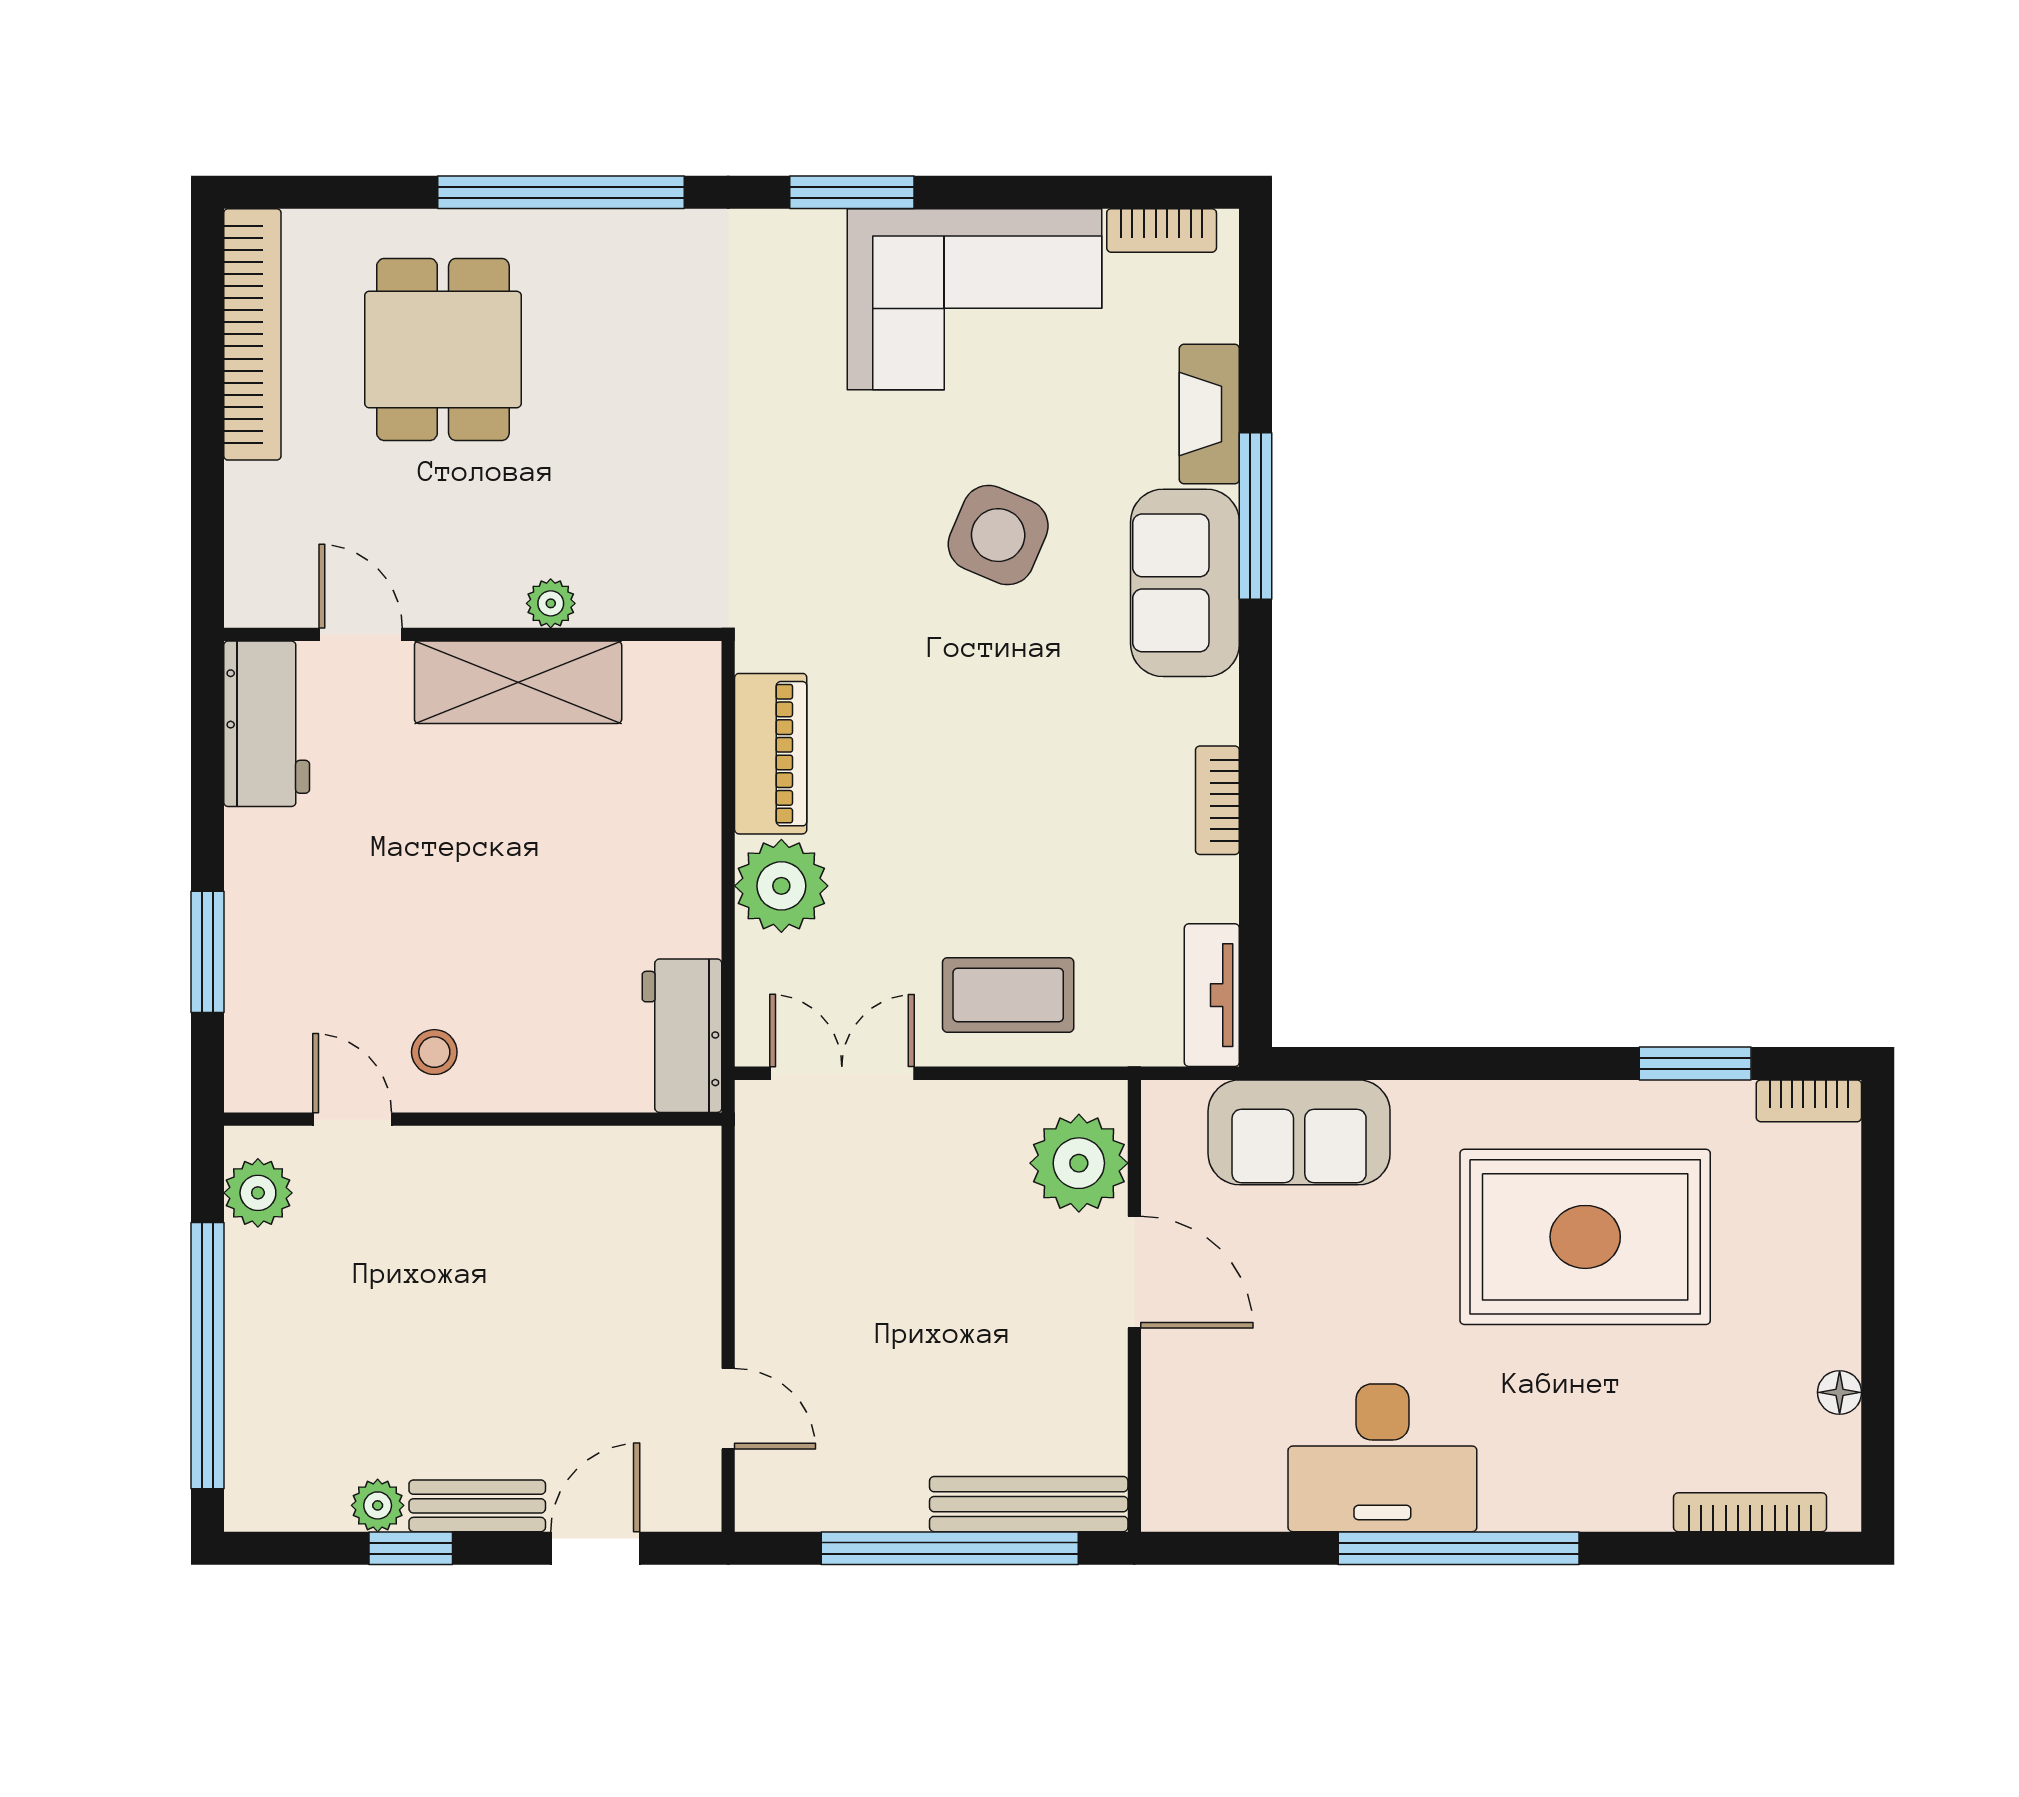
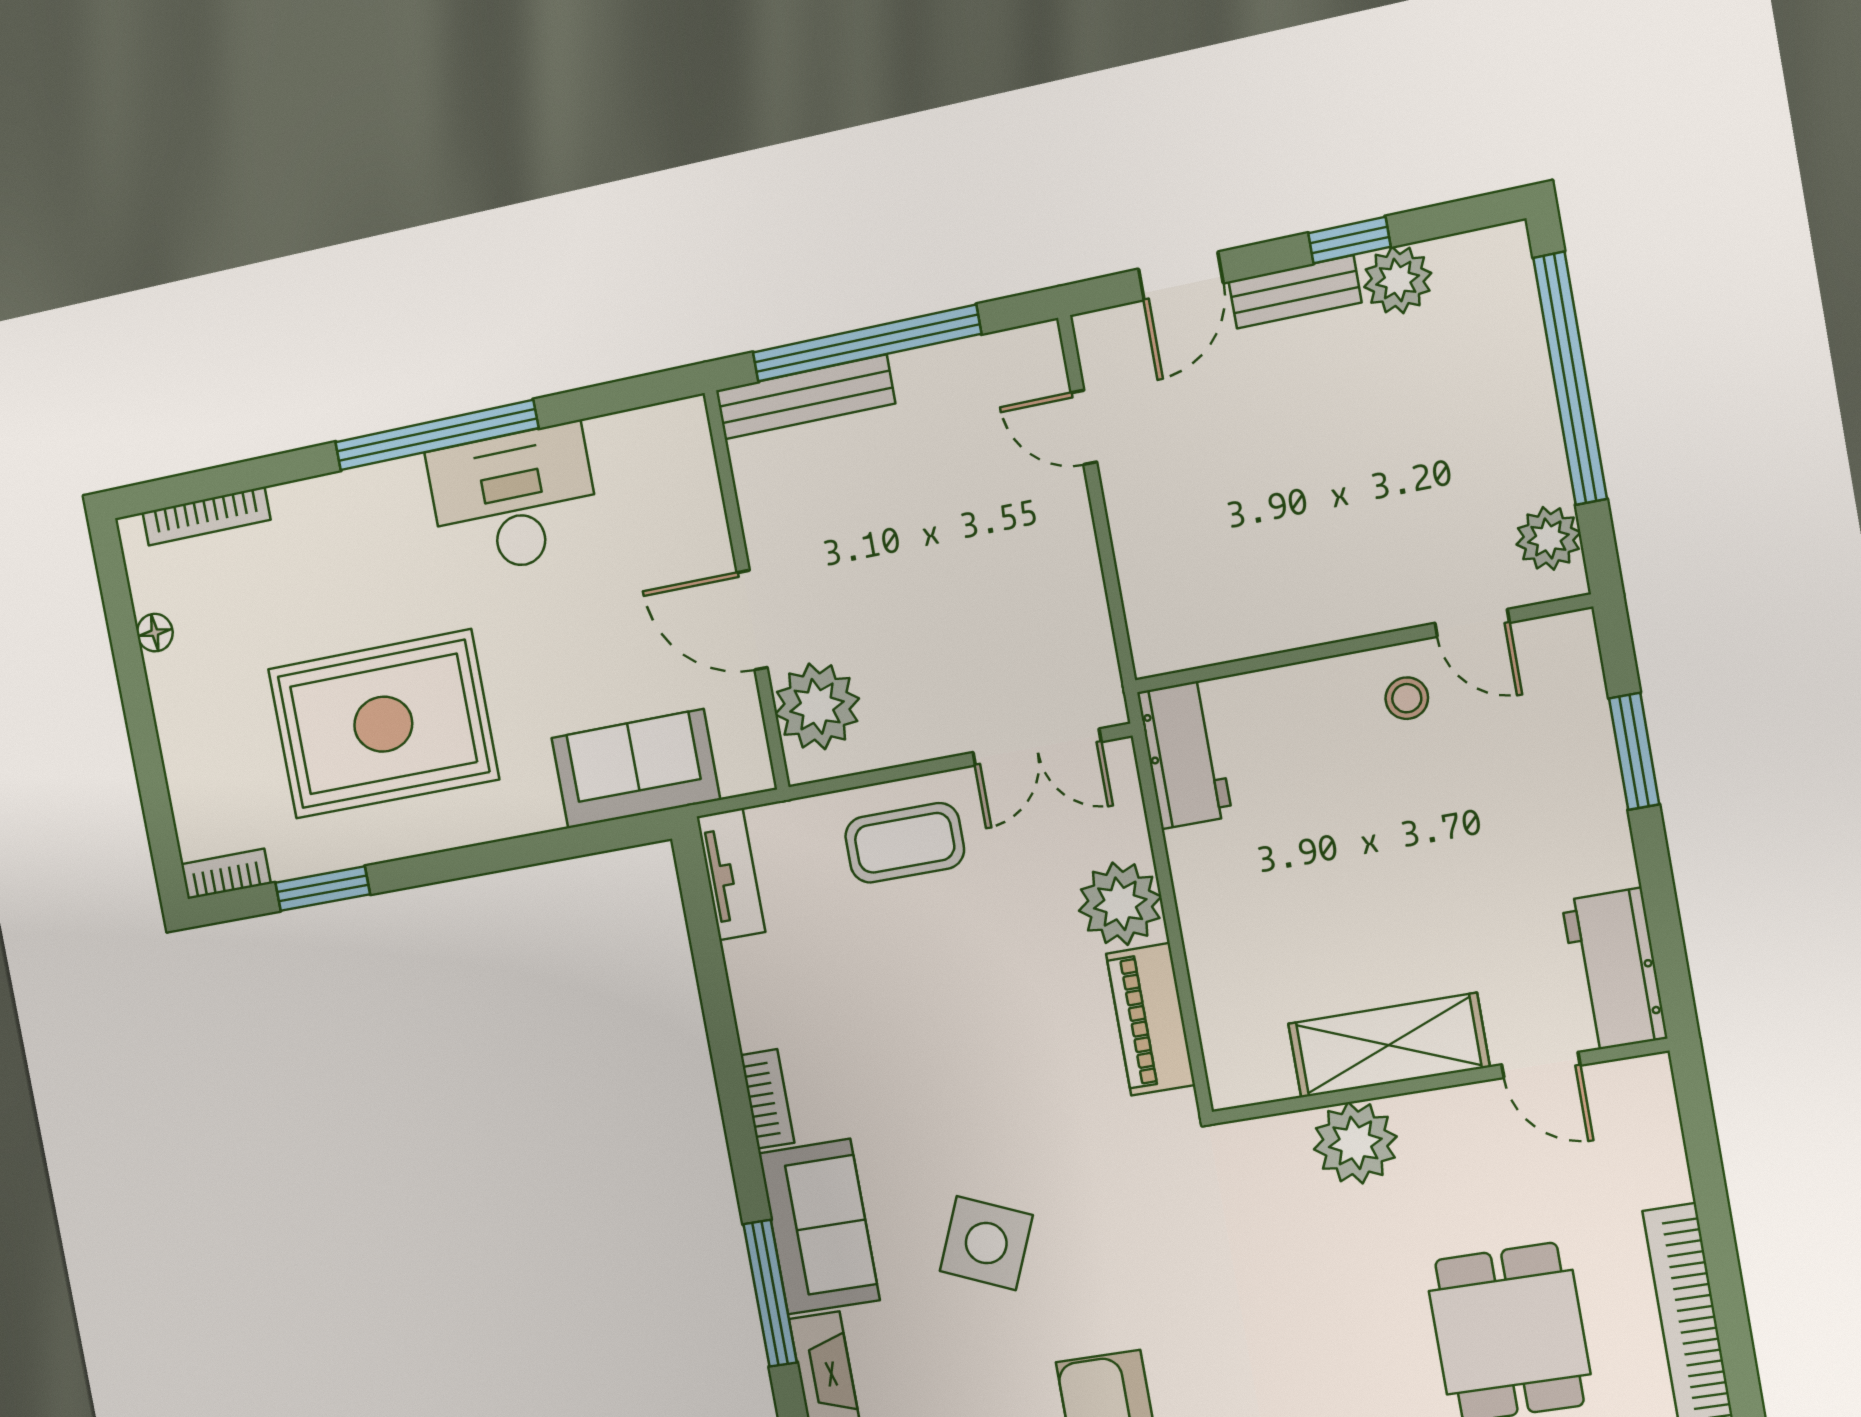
plant: (551, 603) -> (1355, 1143), width x1.88, depth x1.88
bookcase: (1217, 800) -> (767, 1099), moved
plant: (378, 1505) -> (1398, 280), width x1.38, depth x1.38

